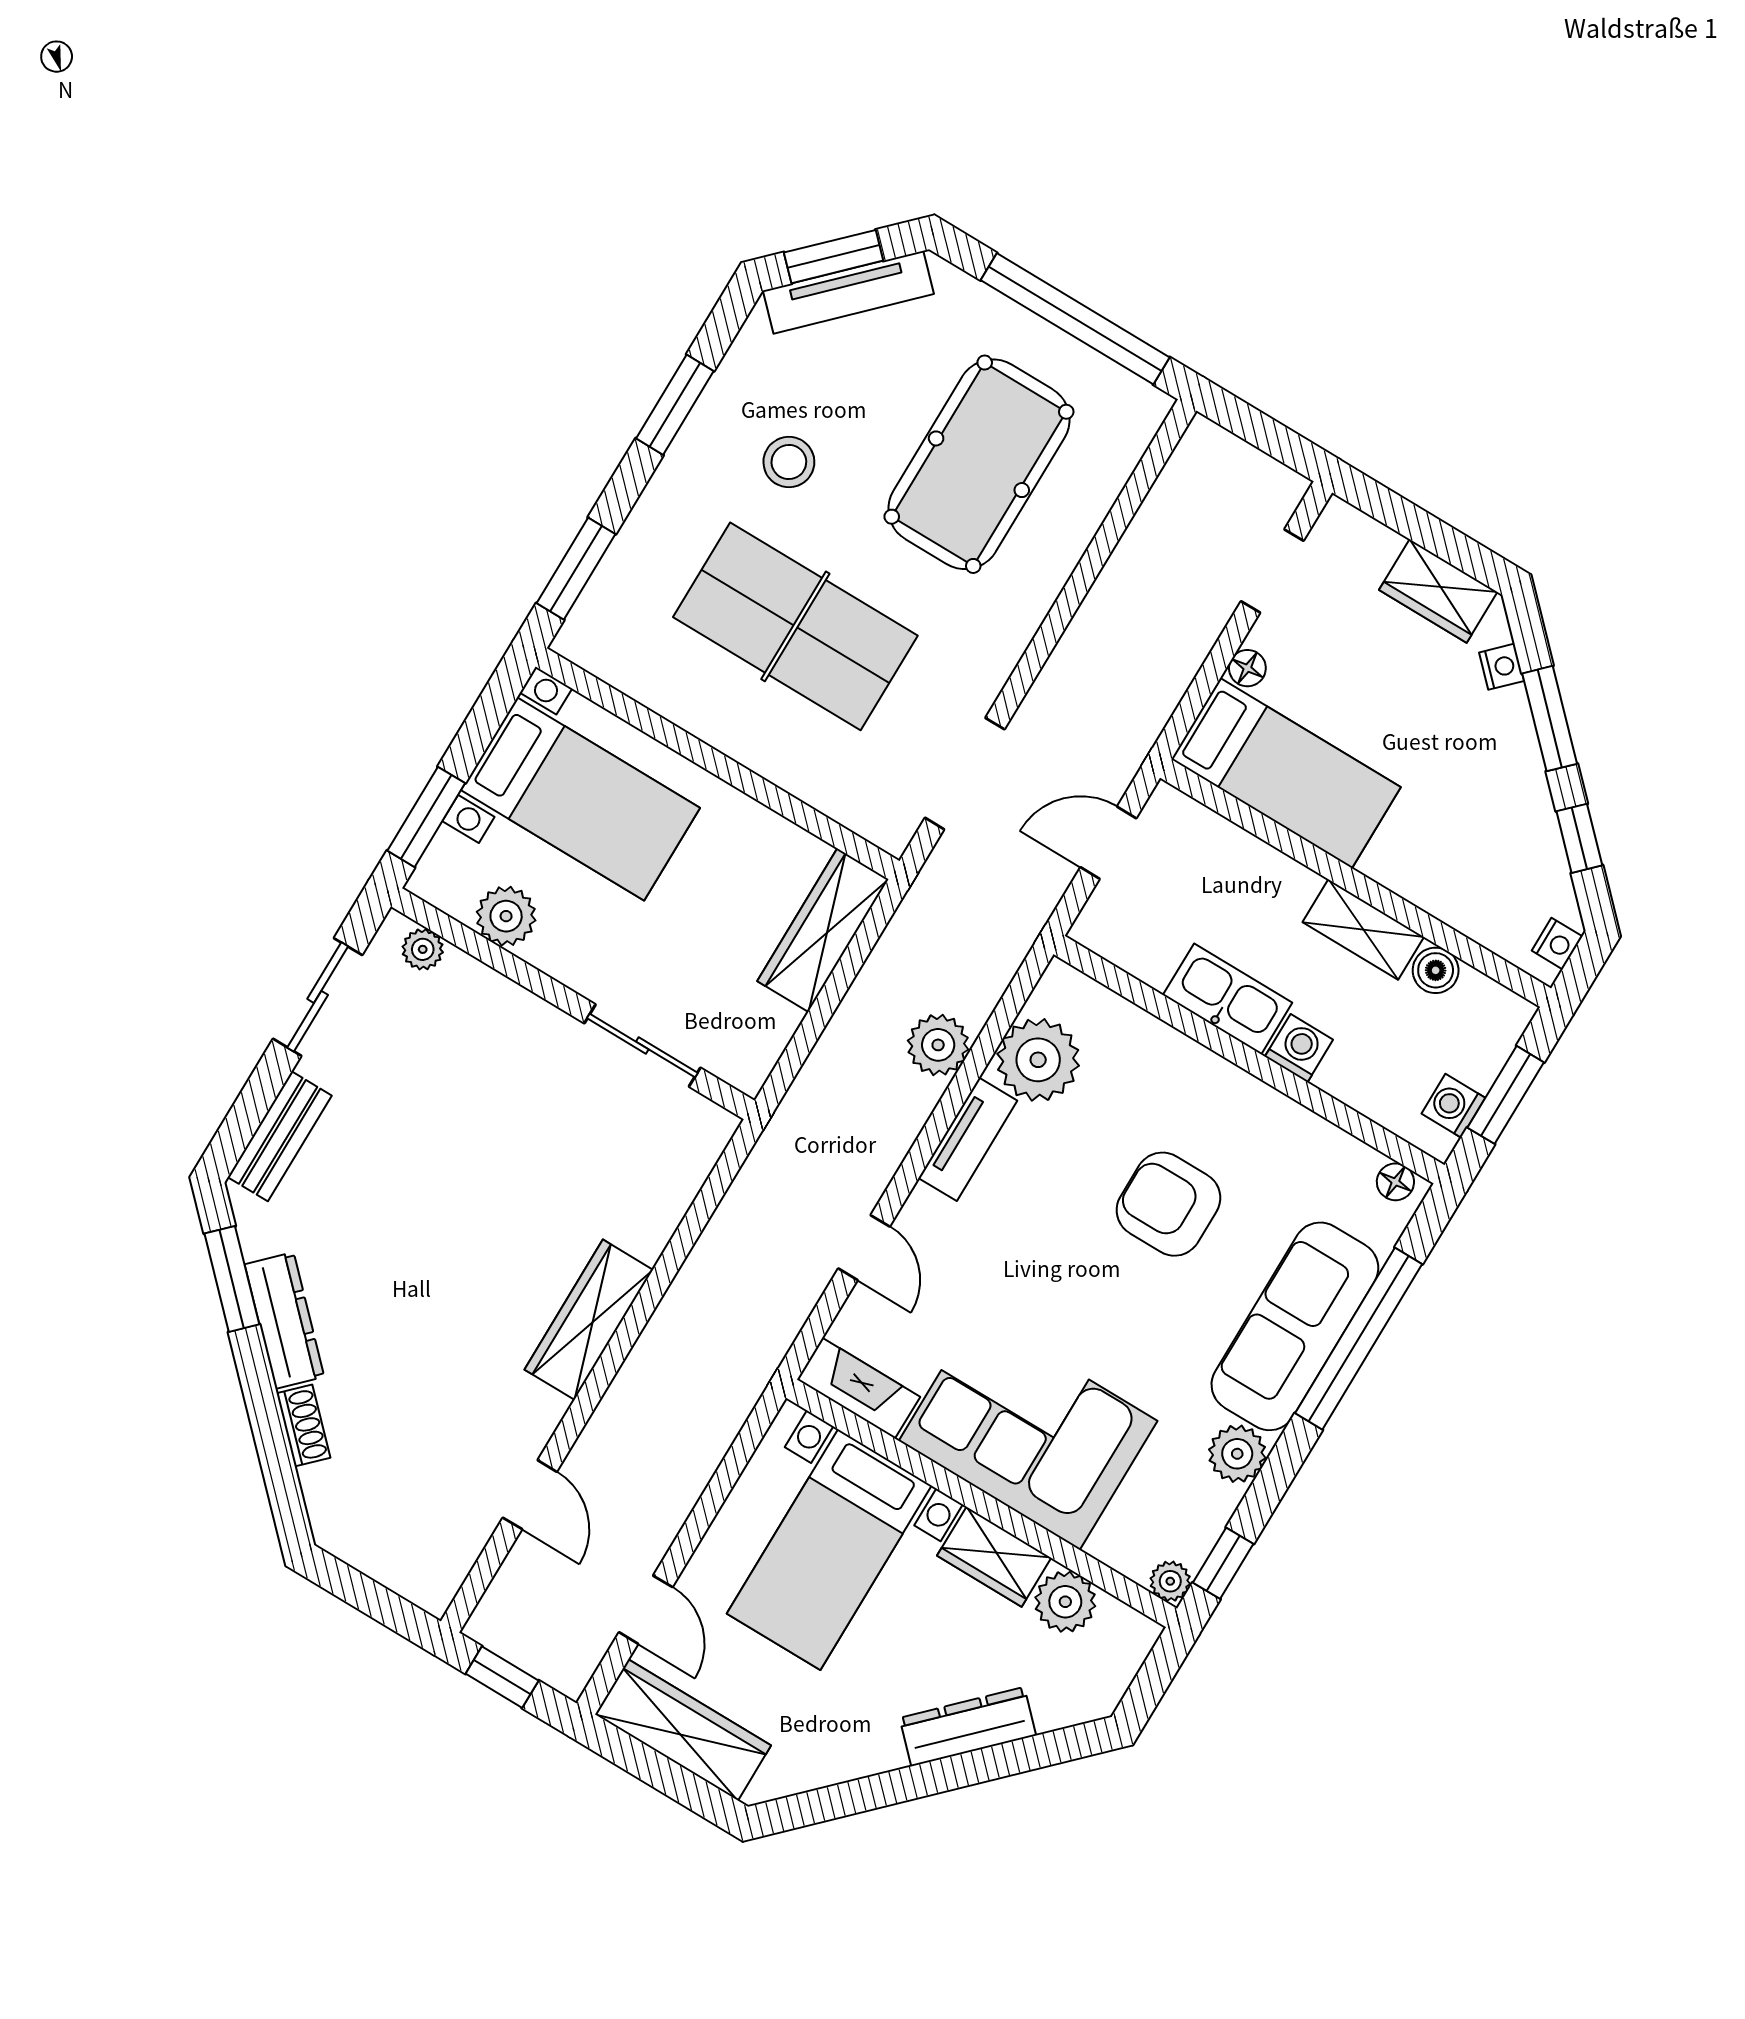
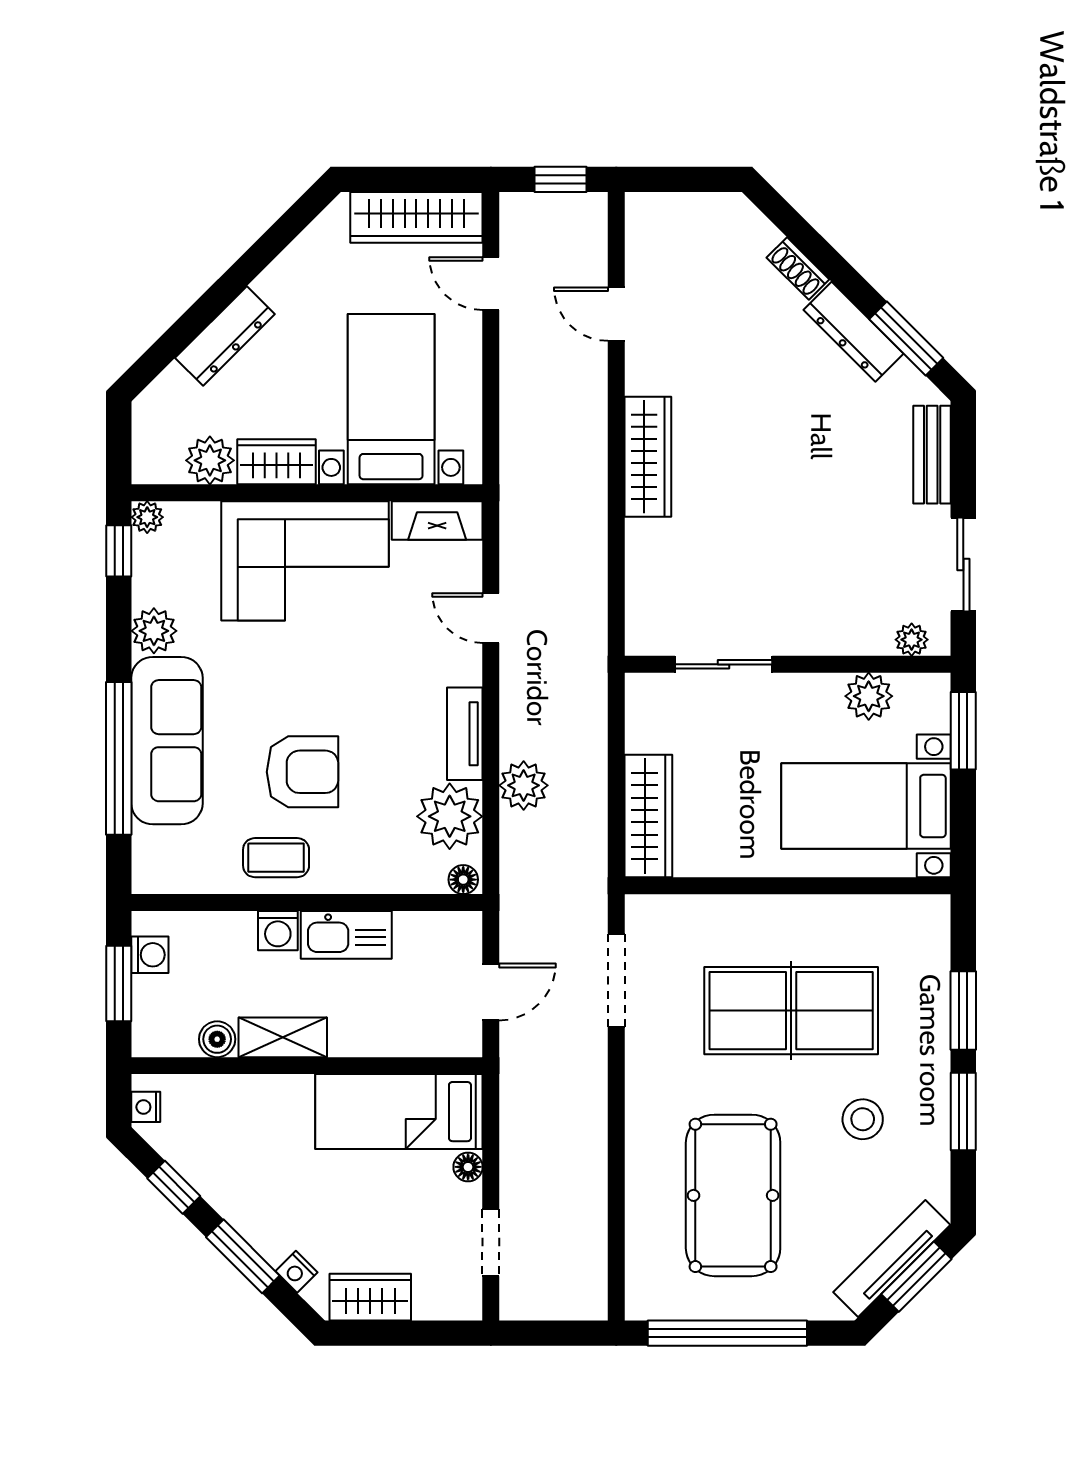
window: (576, 569) -> (963, 1010), moved
coffee table: (1253, 1128) -> (276, 858), added
floor lamp: (1395, 1182) -> (463, 880), moved

